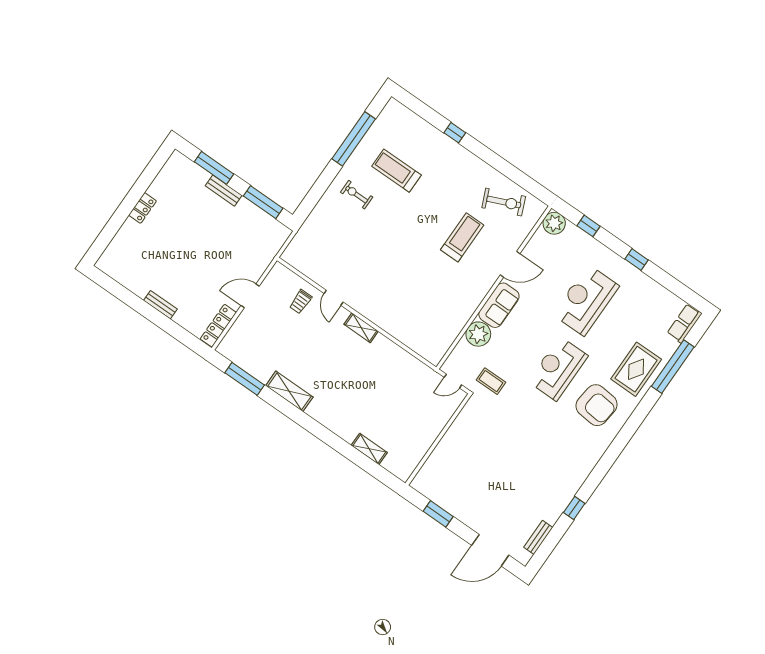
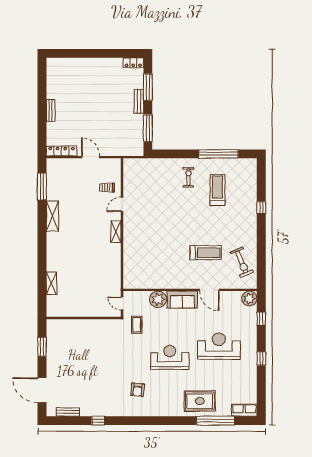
locker: (142, 208) -> (133, 63), moved
armchair: (597, 405) -> (138, 390), moved, width x0.53, depth x0.53

